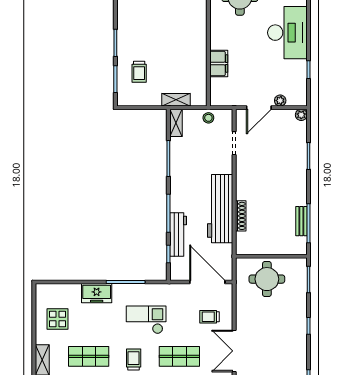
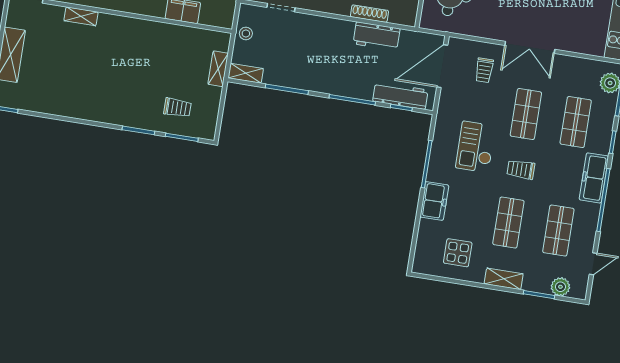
workbench: (220, 209) -> (377, 36), width x0.53, depth x0.76
workbench: (178, 234) -> (400, 96), moved

